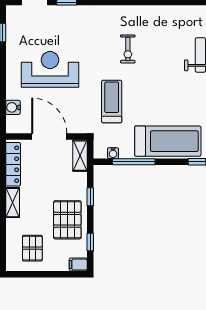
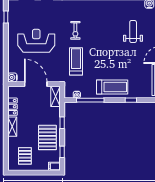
exercise bike: (128, 49) -> (75, 30), moved
water cooler: (13, 107) -> (12, 77), moved
treadmill: (168, 141) -> (112, 87), width x0.73, depth x0.73
locker: (13, 164) -> (12, 107), width x0.66

